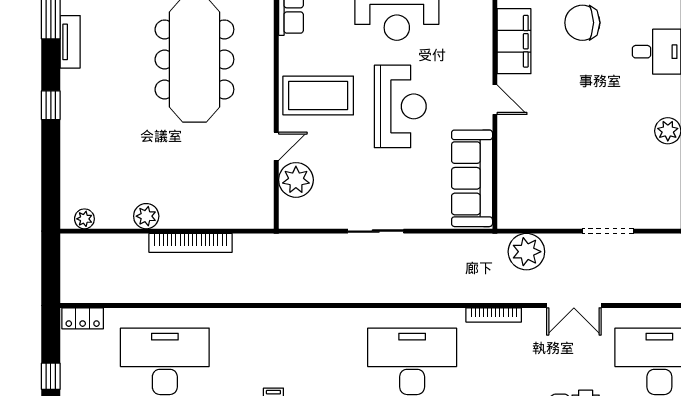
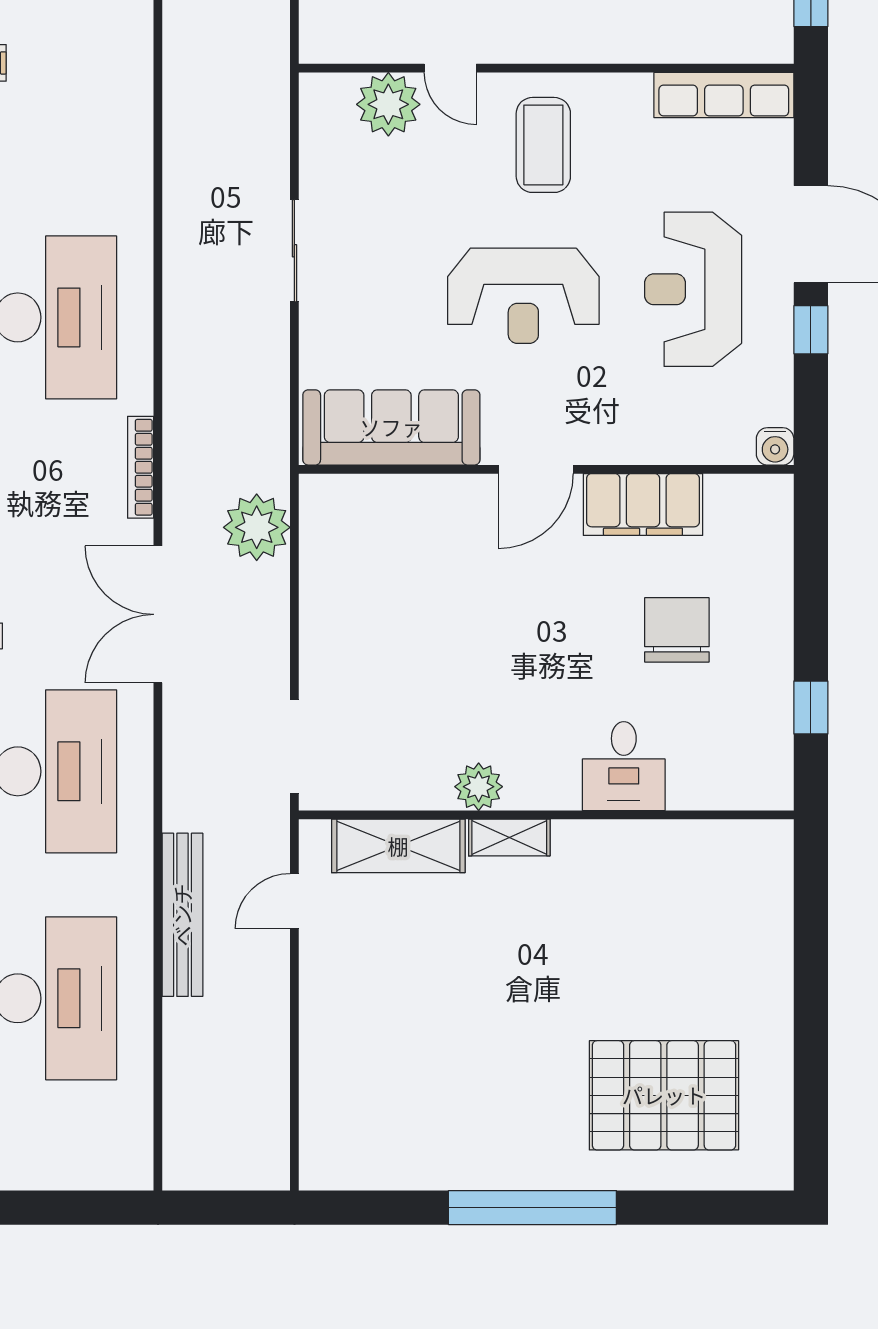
coffee table: (318, 95) -> (543, 145), width x0.73, depth x0.76
door: (495, 100) -> (536, 469), width x1.38
doorway: (608, 231) -> (294, 747), moved
double door: (574, 305) -> (158, 614), width x1.37

